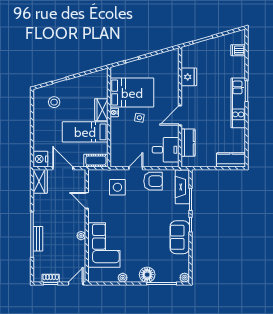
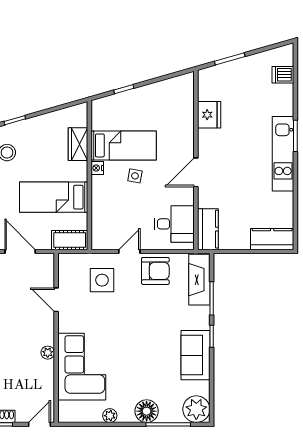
bed: (132, 93) -> (124, 145), width x0.67
wardrobe: (101, 110) -> (78, 144), moved
kitchen counter: (188, 143) -> (208, 229), moved
plant: (185, 278) -> (196, 409), width x1.88, depth x1.88

